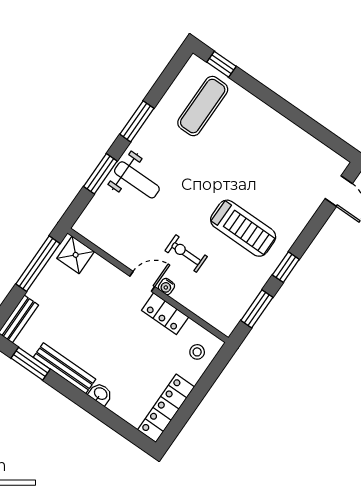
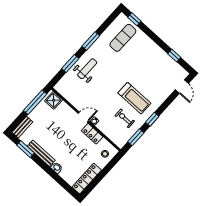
window: (314, 129) -> (174, 56), added
weight bench: (137, 180) -> (87, 69), turned -90
exercise bike: (186, 254) -> (125, 118), moved

